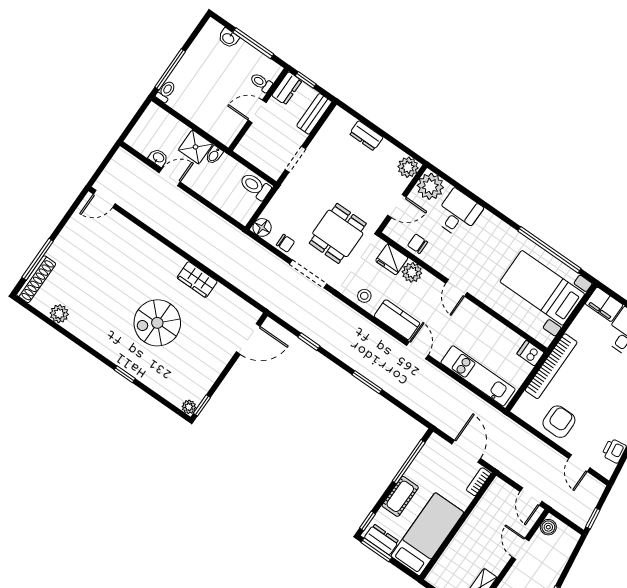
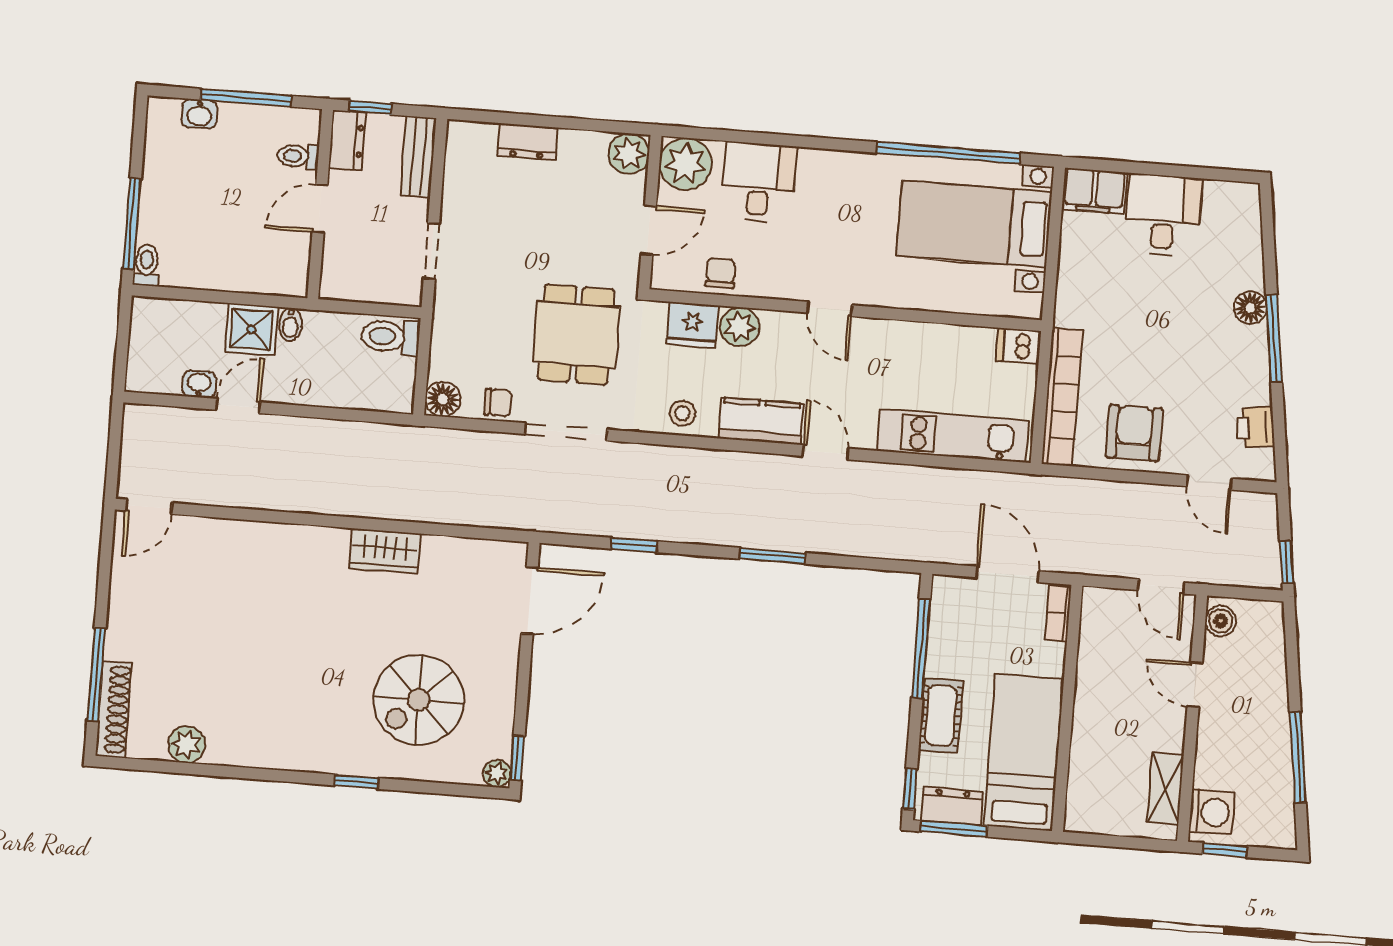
chair: (418, 244) -> (721, 273), turned 90
spiral stairs: (157, 323) -> (419, 700), moved
bookcase: (551, 366) -> (1062, 397), moved

